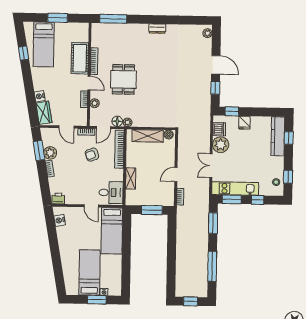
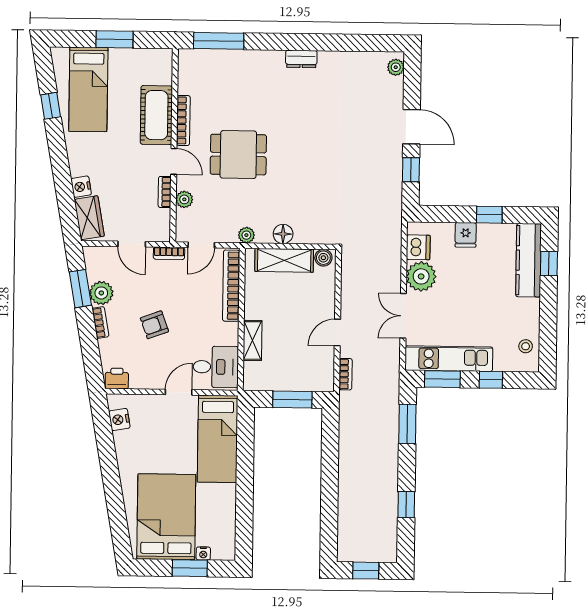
dining table: (123, 79) -> (238, 155), turned 90
window: (232, 111) -> (489, 215), moved
floor lamp: (117, 121) -> (283, 234), moved
armchair: (92, 155) -> (154, 325), moved
window: (288, 177) -> (548, 336), removed
door: (91, 206) -> (179, 392), swing flipped
window: (212, 266) -> (406, 505), width x0.46
bed: (89, 272) -> (166, 517), width x1.50

